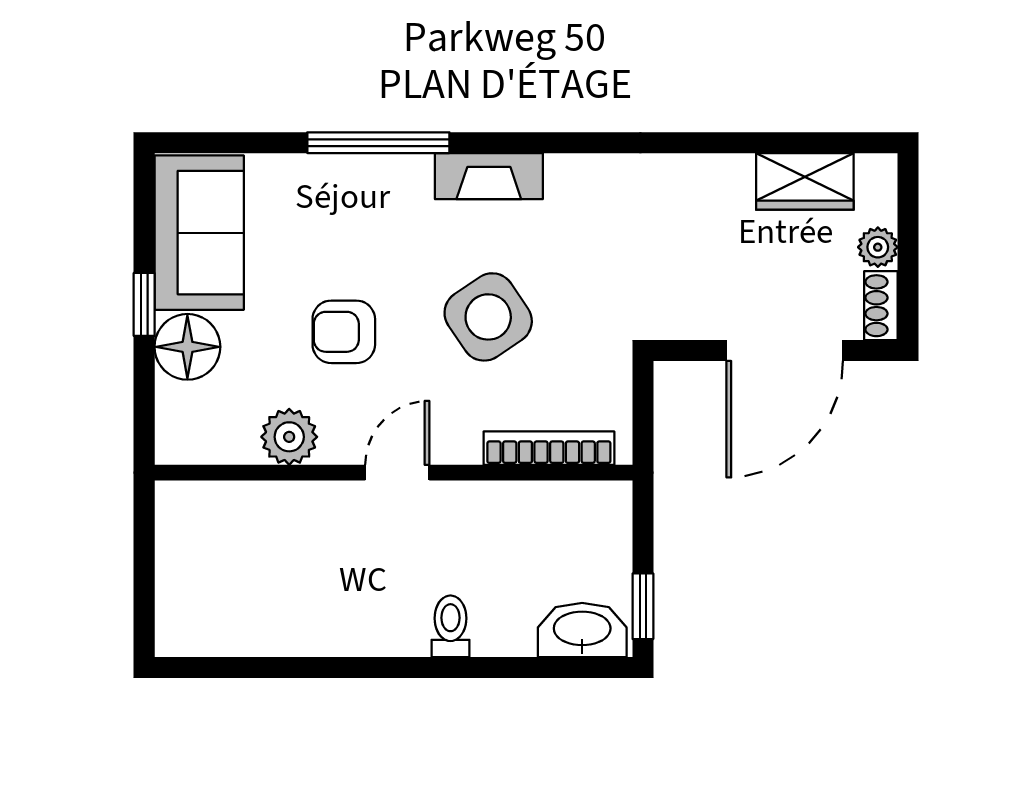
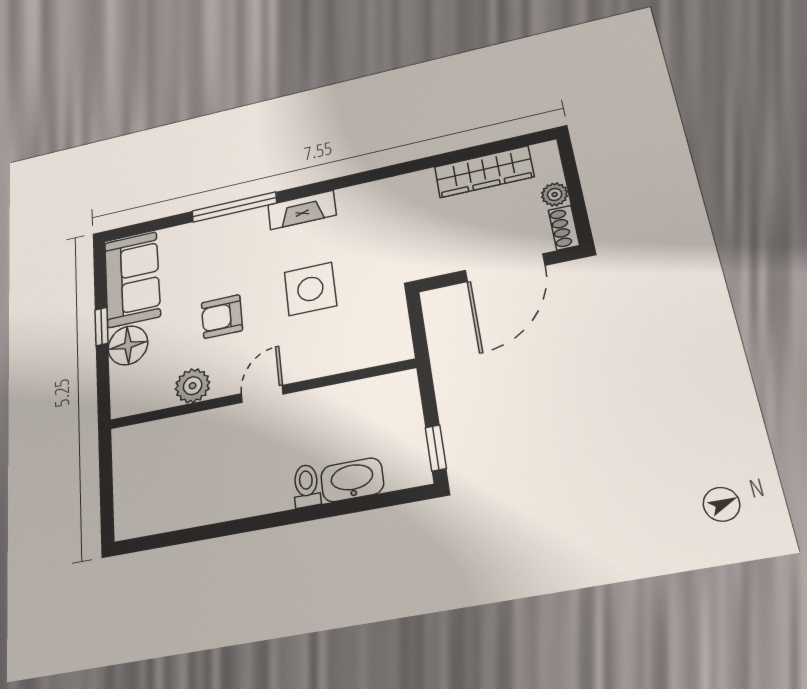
wardrobe: (805, 181) -> (484, 172), width x1.50
side table: (488, 317) -> (310, 289), turned 34
bookcase: (549, 448) -> (359, 359), removed
washbasin: (582, 630) -> (352, 480), moved

